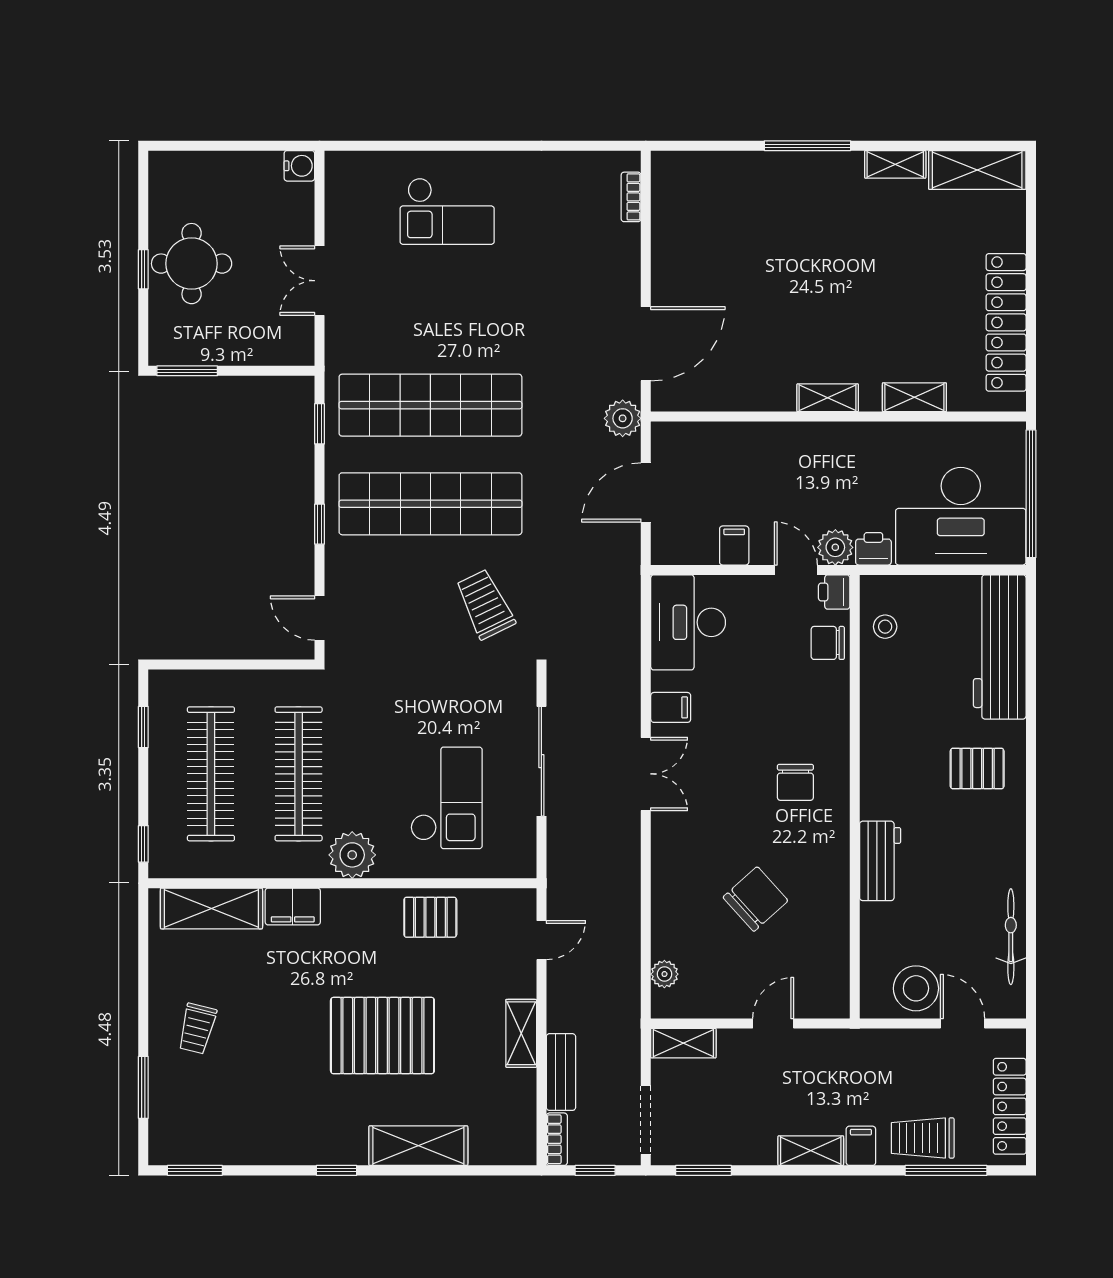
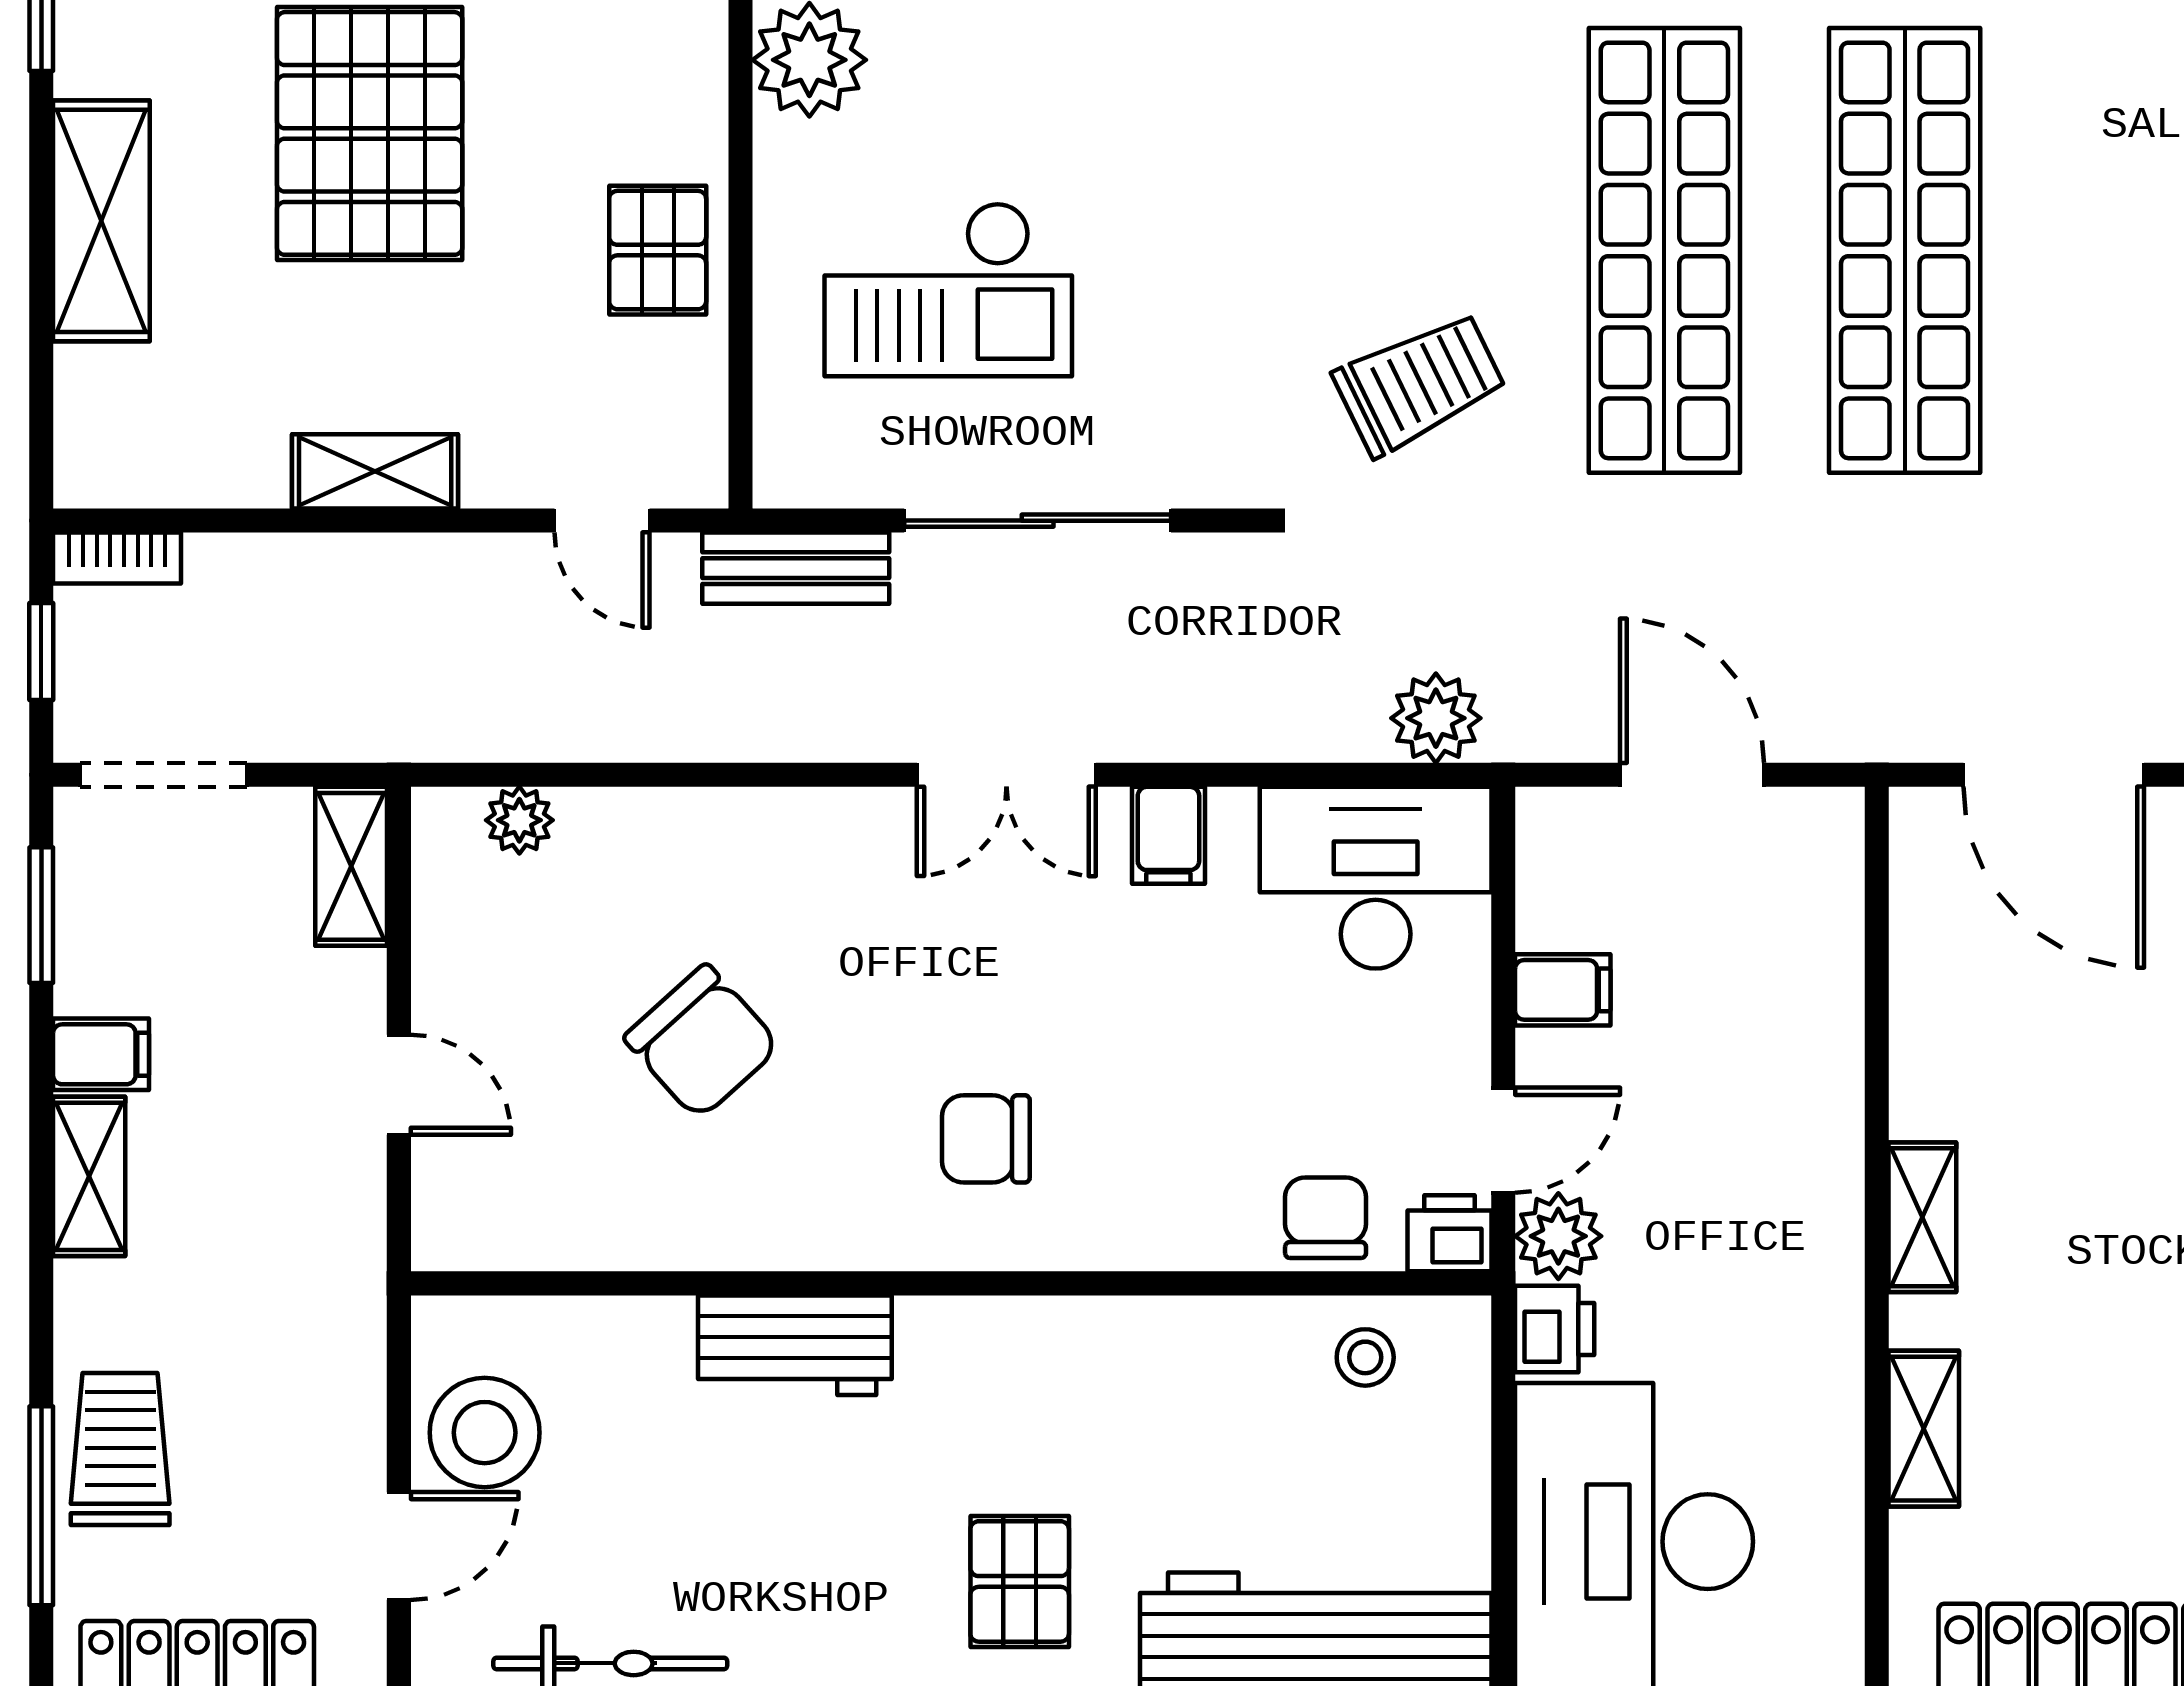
plant: (623, 418) -> (1436, 718), moved
bench: (561, 1072) -> (796, 568), moved
filing cabinet: (861, 1146) -> (101, 1054), moved

